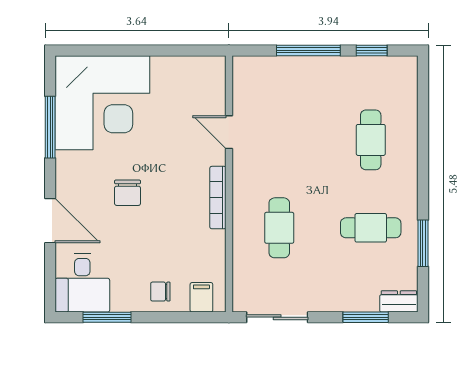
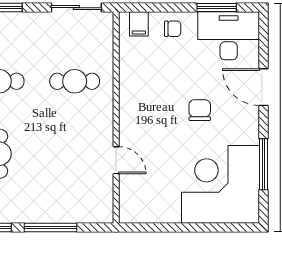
bookcase: (218, 198) -> (125, 106), removed
cafe table: (279, 228) -> (75, 81), turned 90
desk: (82, 283) -> (229, 36), width x1.37

